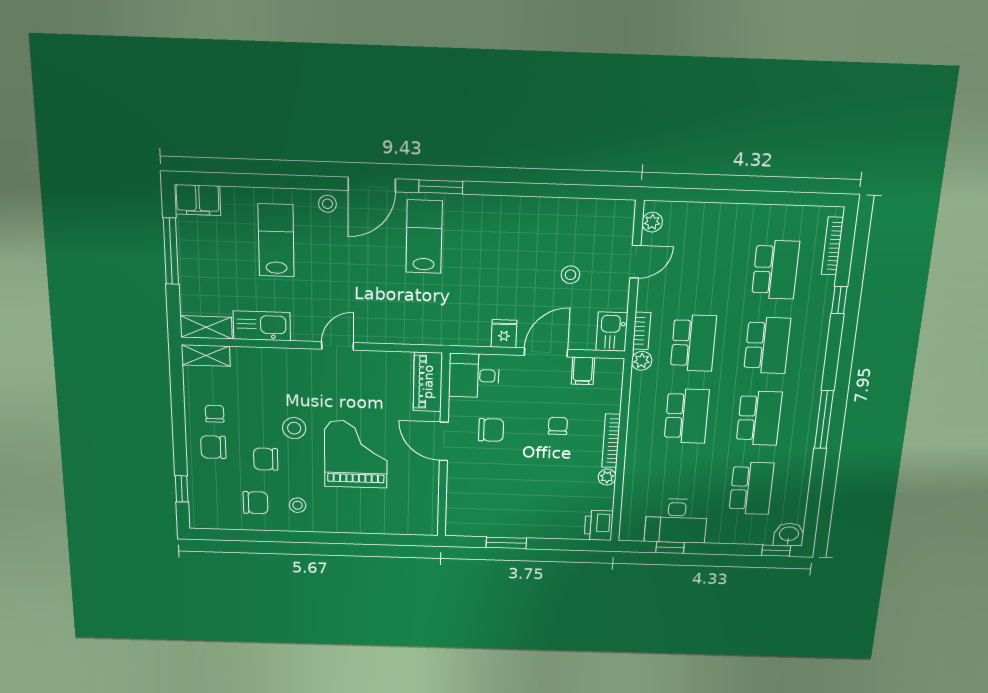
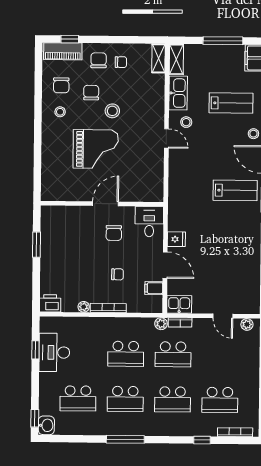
stool: (571, 275) -> (186, 122), moved
piano: (428, 382) -> (63, 51), moved, turned 180

